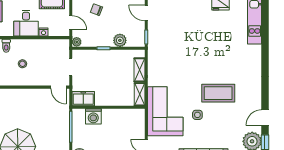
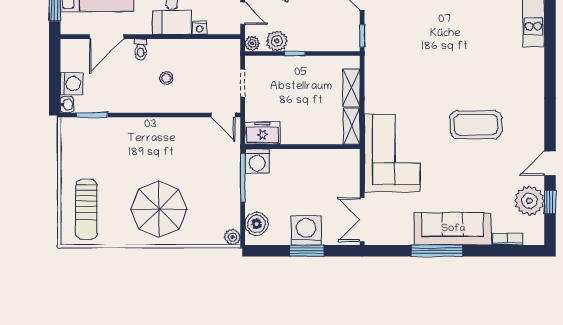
plant: (120, 40) -> (277, 41), moved
side table: (197, 115) -> (443, 159), removed
washing machine: (93, 116) -> (257, 161), moved

